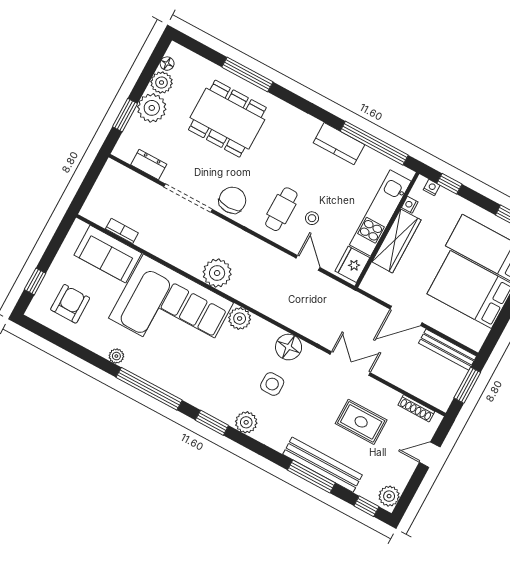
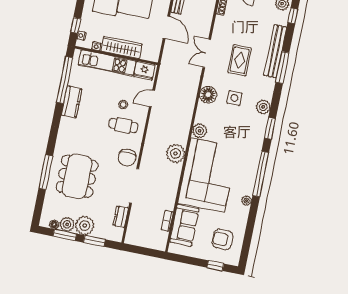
window: (147, 74) -> (65, 235), added
chair: (232, 200) -> (127, 158), turned -90
rug: (361, 422) -> (240, 60), moved
window: (311, 476) -> (282, 68), moved

